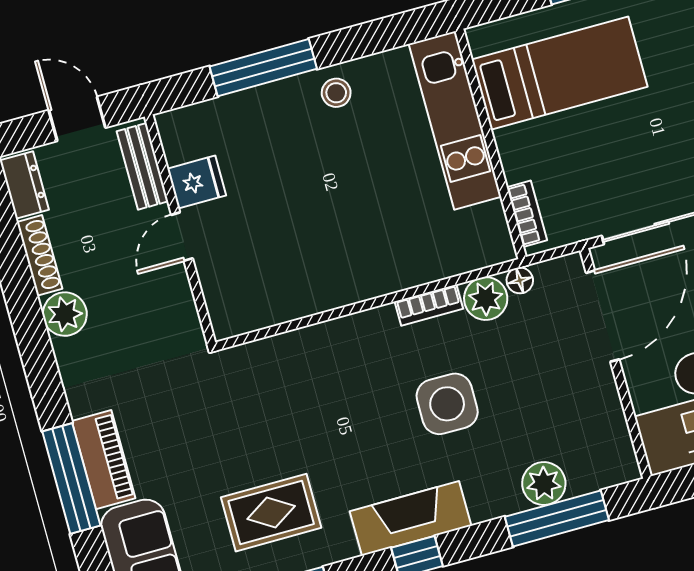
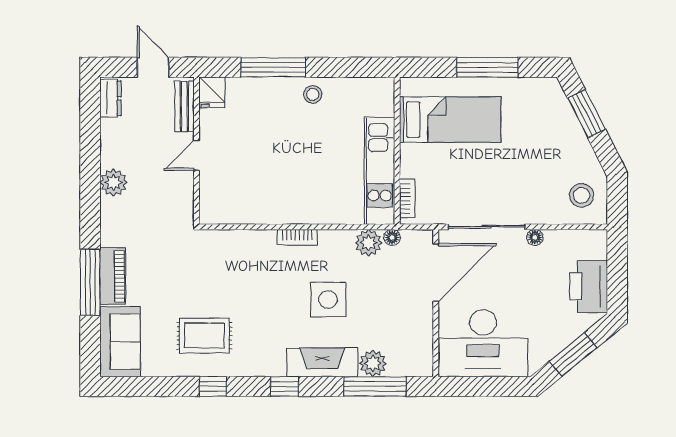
kitchen unit: (455, 120) -> (380, 171), moved
fridge: (197, 182) -> (212, 92), moved, turned 90
shoe rack: (40, 255) -> (108, 143), removed
bookcase: (429, 305) -> (297, 237), moved
fireplace: (411, 518) -> (322, 362), moved

